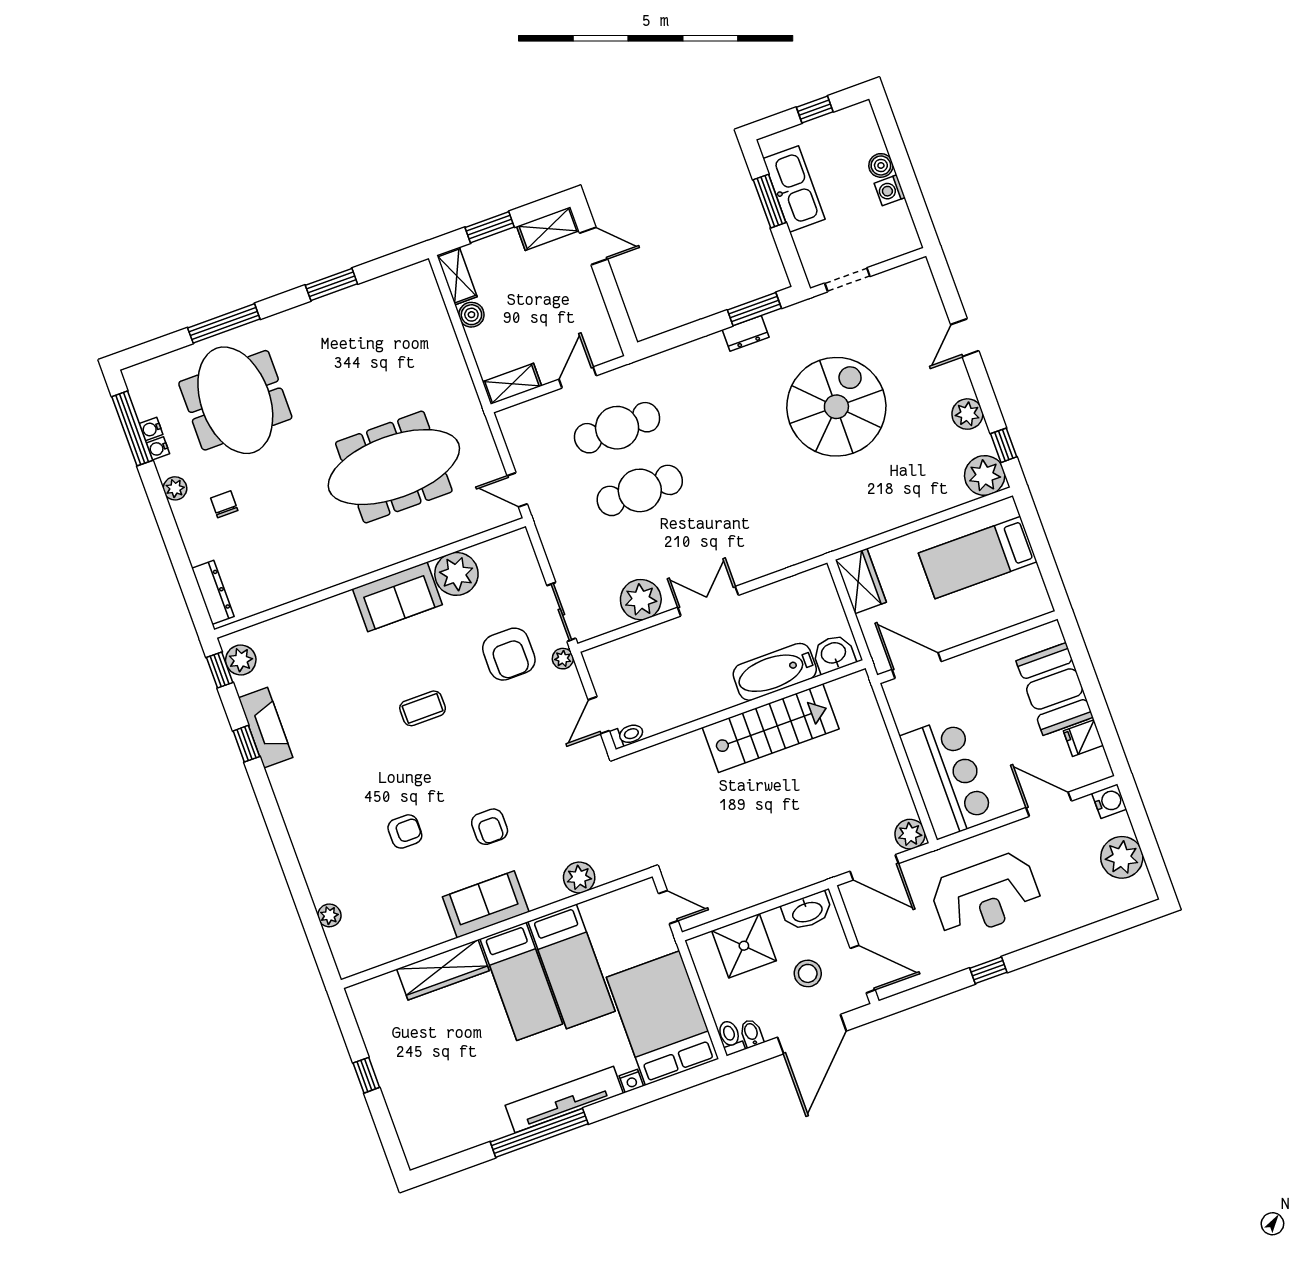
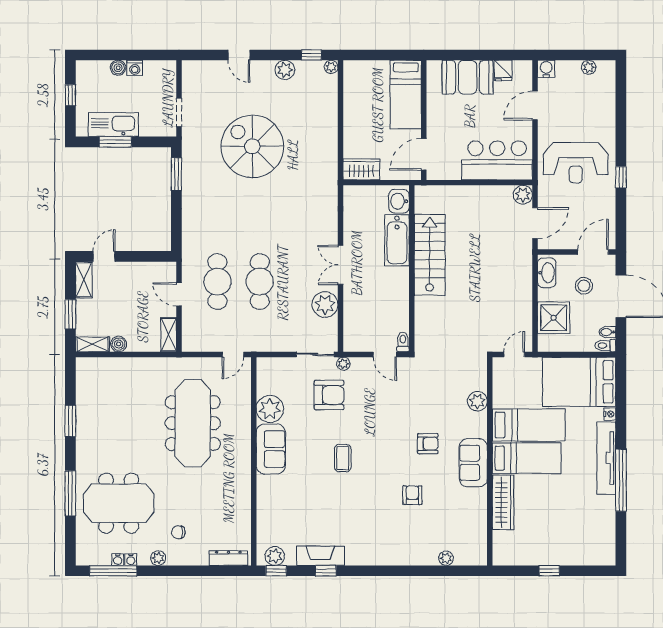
dresser: (746, 333) -> (189, 185), removed
plant: (985, 475) -> (331, 67), width x0.53, depth x0.53
bed: (978, 557) -> (406, 95), moved
plant: (1122, 857) -> (589, 67), width x0.53, depth x0.53
reception desk: (986, 895) -> (576, 163), turned 90

